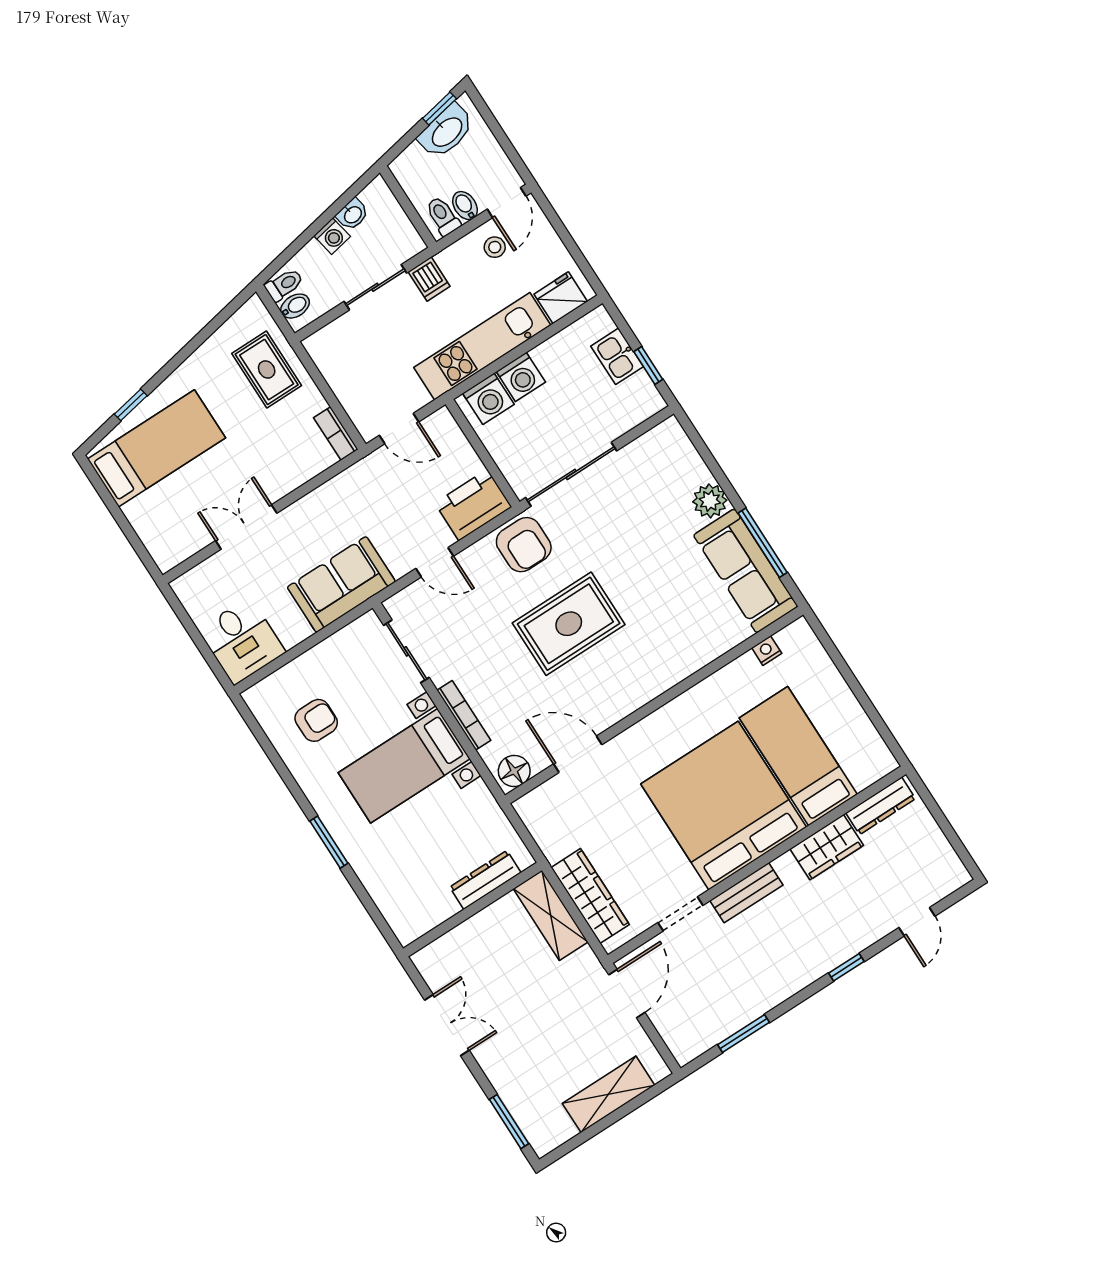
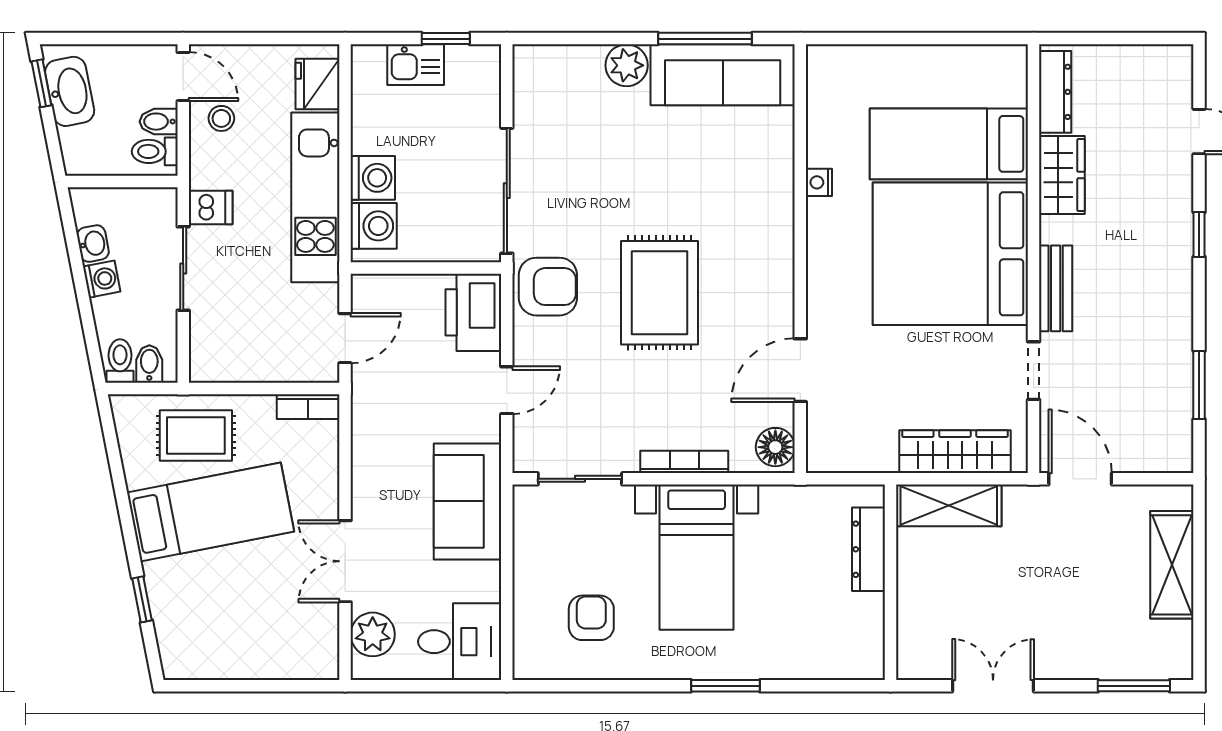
bed: (156, 448) -> (211, 512), moved, turned 79
plant: (208, 578) -> (373, 634), added
nightstand: (767, 651) -> (819, 182), moved

